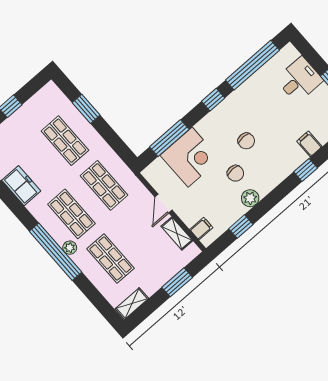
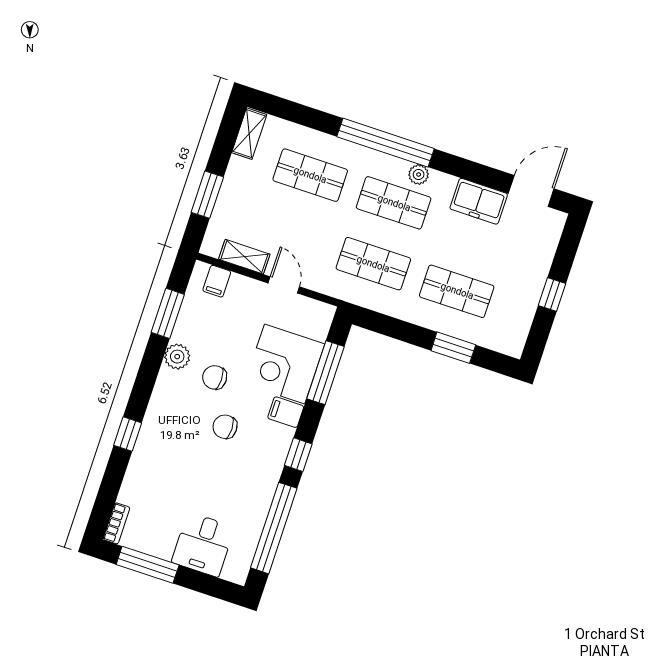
filing cabinet: (309, 144) -> (286, 412), moved, turned 180
window: (241, 227) -> (168, 313), width x1.50
plant: (70, 248) -> (419, 174), moved

